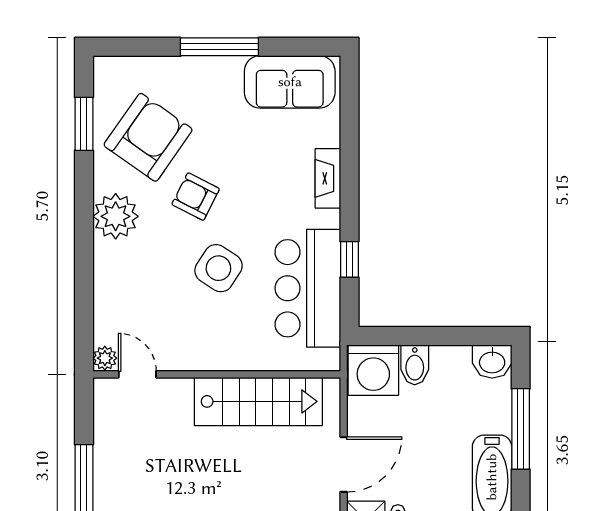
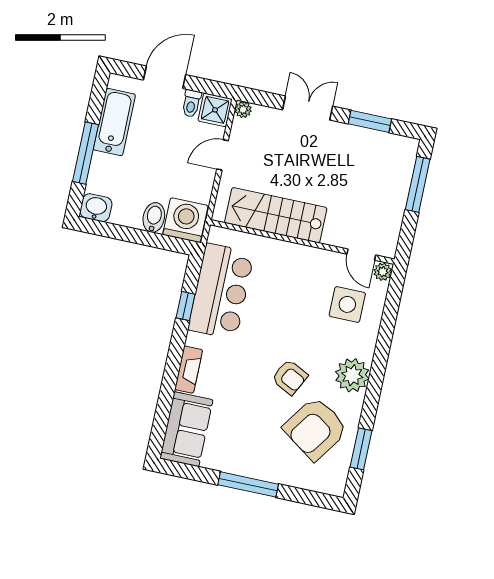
sofa: (290, 82) -> (186, 429), moved, turned 90
side table: (218, 268) -> (347, 304), moved, turned -33
door: (344, 464) -> (223, 155), width x0.73

